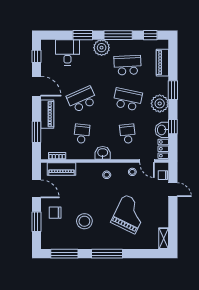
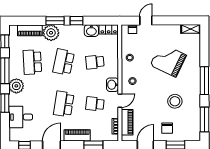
school desk: (82, 99) -> (64, 104), turned 33
plant: (160, 103) -> (51, 33), moved
window: (173, 127) -> (76, 21), moved
door: (147, 161) -> (120, 101), moved

